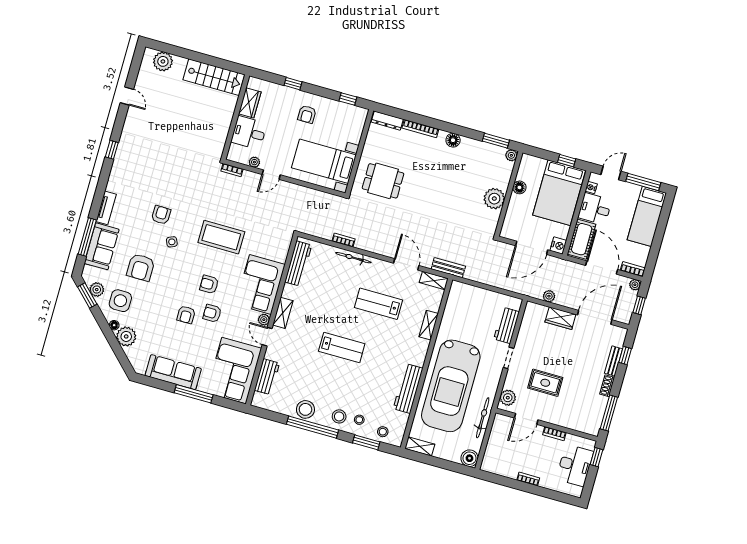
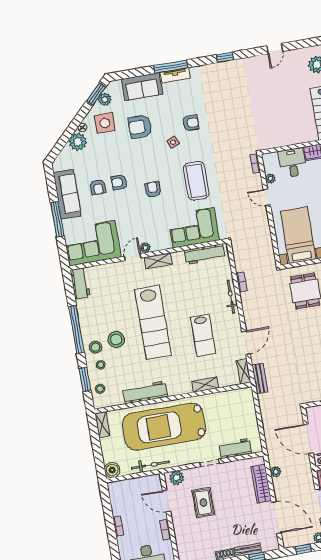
window: (87, 237) -> (171, 67), moved
corner sofa: (260, 284) -> (193, 228), moved
lab bench: (378, 304) -> (203, 335), turned 180
armchair: (212, 313) -> (98, 187), moved, turned 180
wardrobe: (560, 318) -> (261, 484), width x1.50
lab bench: (342, 348) -> (153, 322), width x1.86, depth x1.39
workbench: (267, 377) -> (80, 283), moved, turned -90
stool: (305, 409) -> (116, 340), moved

